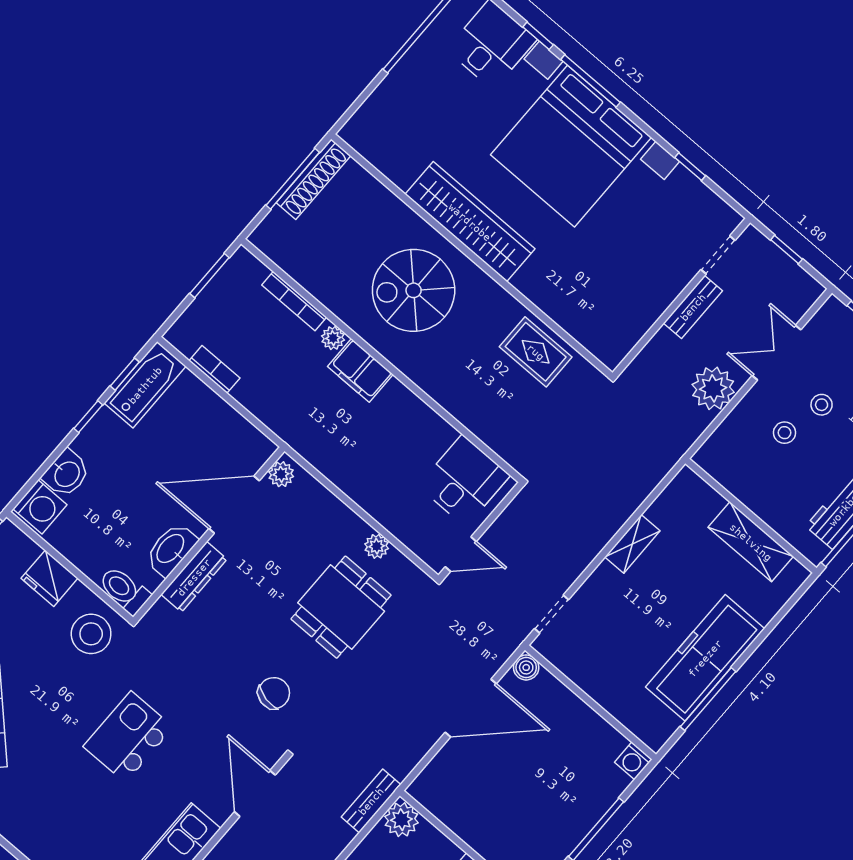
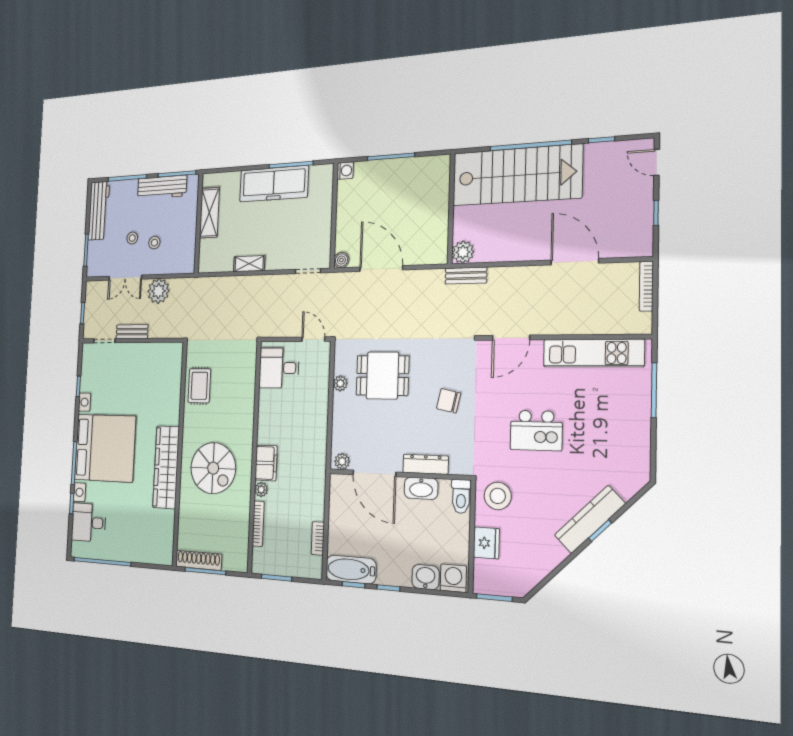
chair: (274, 693) -> (449, 401), moved

